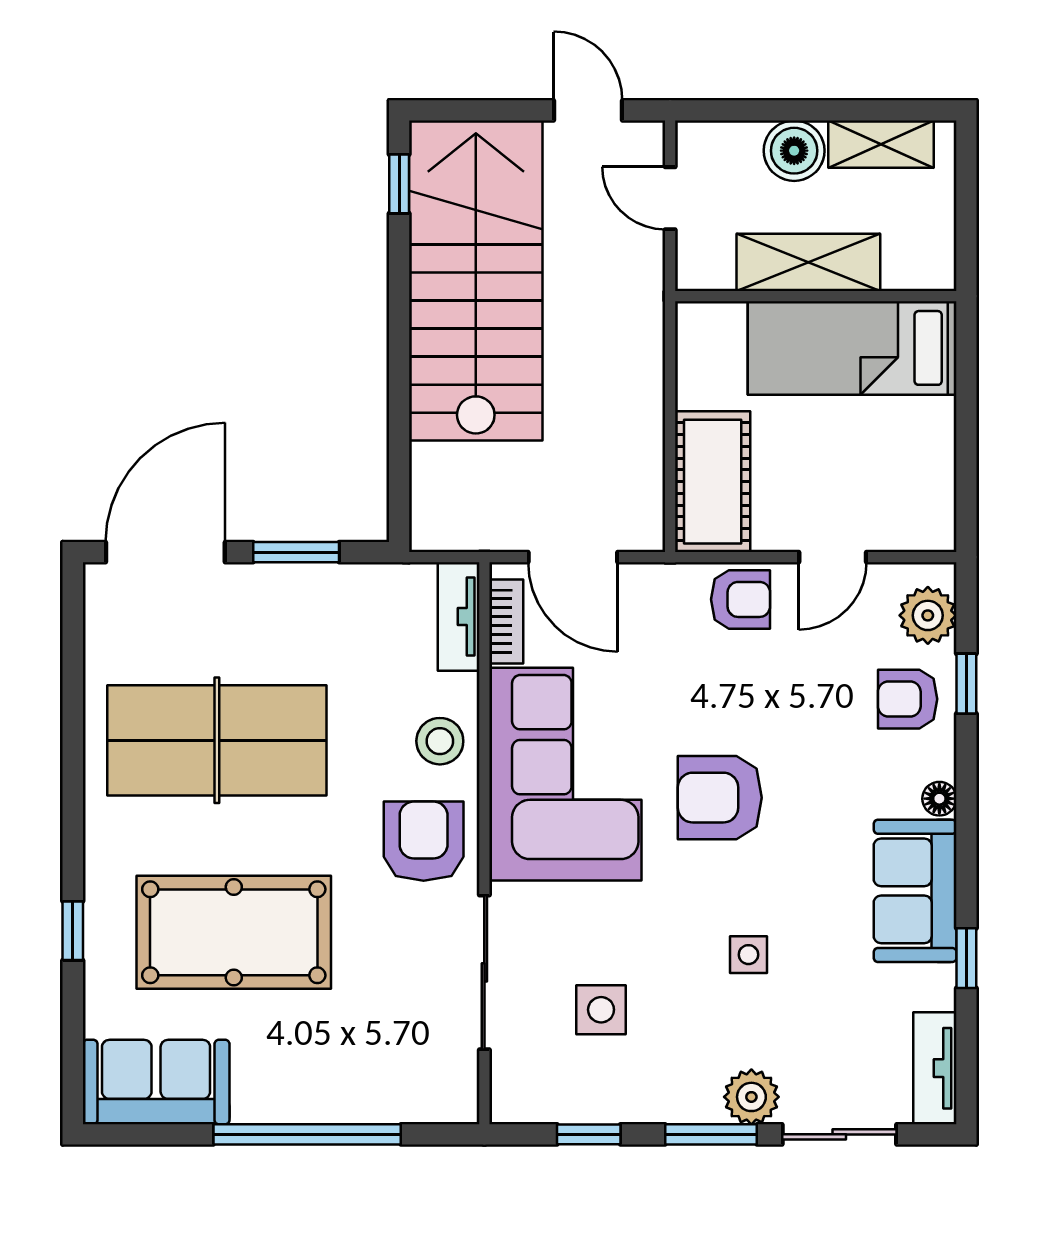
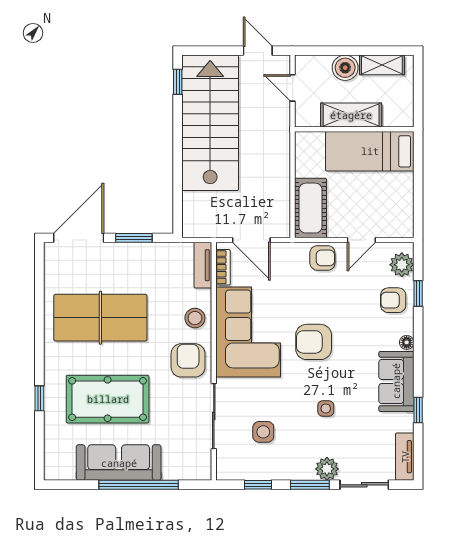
sofa: (156, 1082) -> (119, 463), moved, width x1.36

